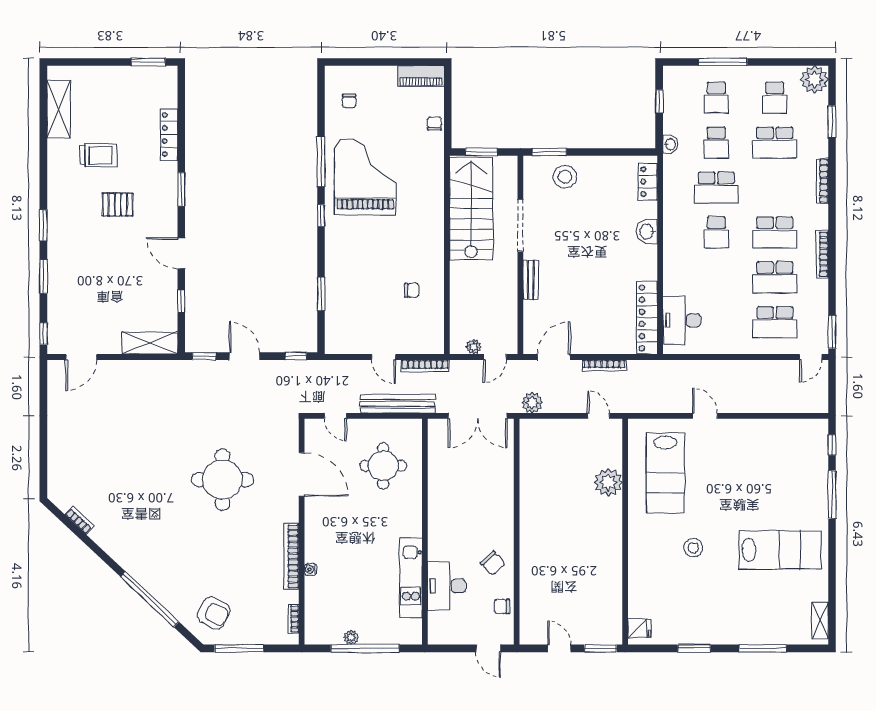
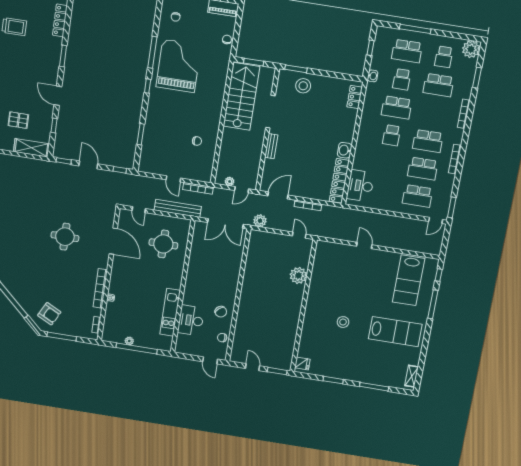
school desk: (716, 98) -> (407, 51), width x1.85
pallet: (118, 205) -> (18, 120), moved
washbasin: (647, 232) -> (345, 150), moved
lab bench: (665, 473) -> (409, 280), moved
round table: (222, 480) -> (65, 237), width x0.73, depth x0.73

